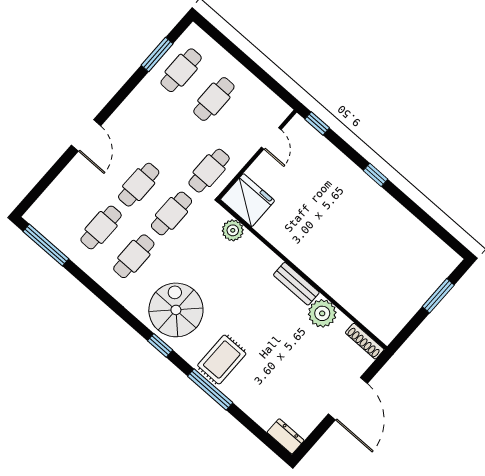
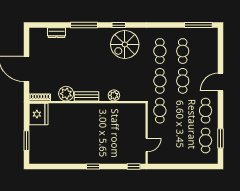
cafe table: (214, 99) -> (206, 111), moved
door: (86, 135) -> (220, 82), hinge flipped
door: (271, 138) -> (147, 145), swing flipped
fridge: (248, 200) -> (38, 114), moved, turned -90
plant: (233, 230) -> (114, 95), moved
spiral stairs: (176, 310) -> (125, 44), turned 90
rug: (222, 360) -> (90, 41), removed
dresser: (286, 436) -> (57, 33), moved

